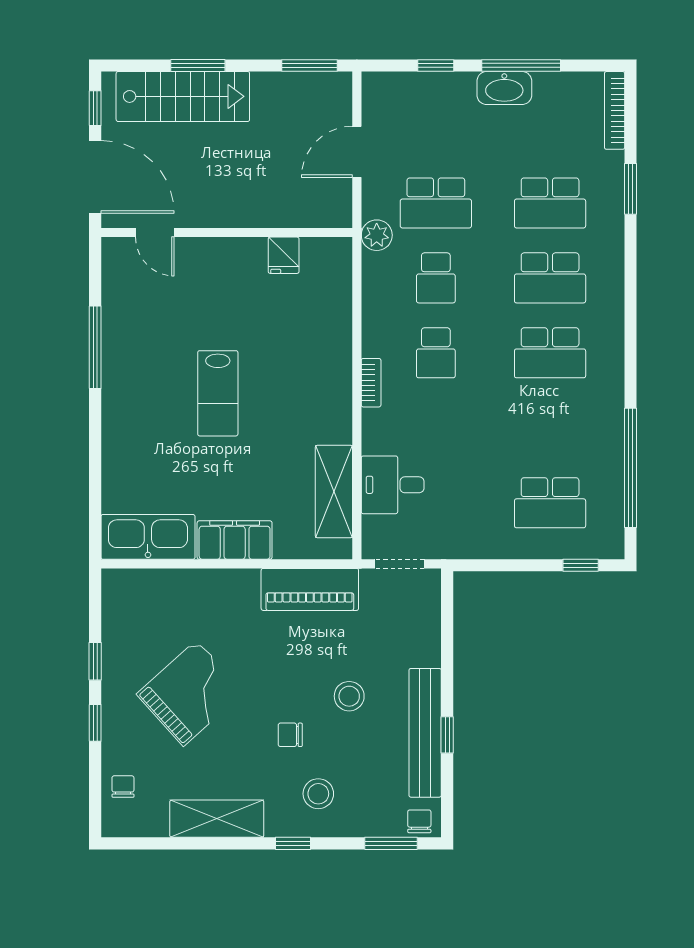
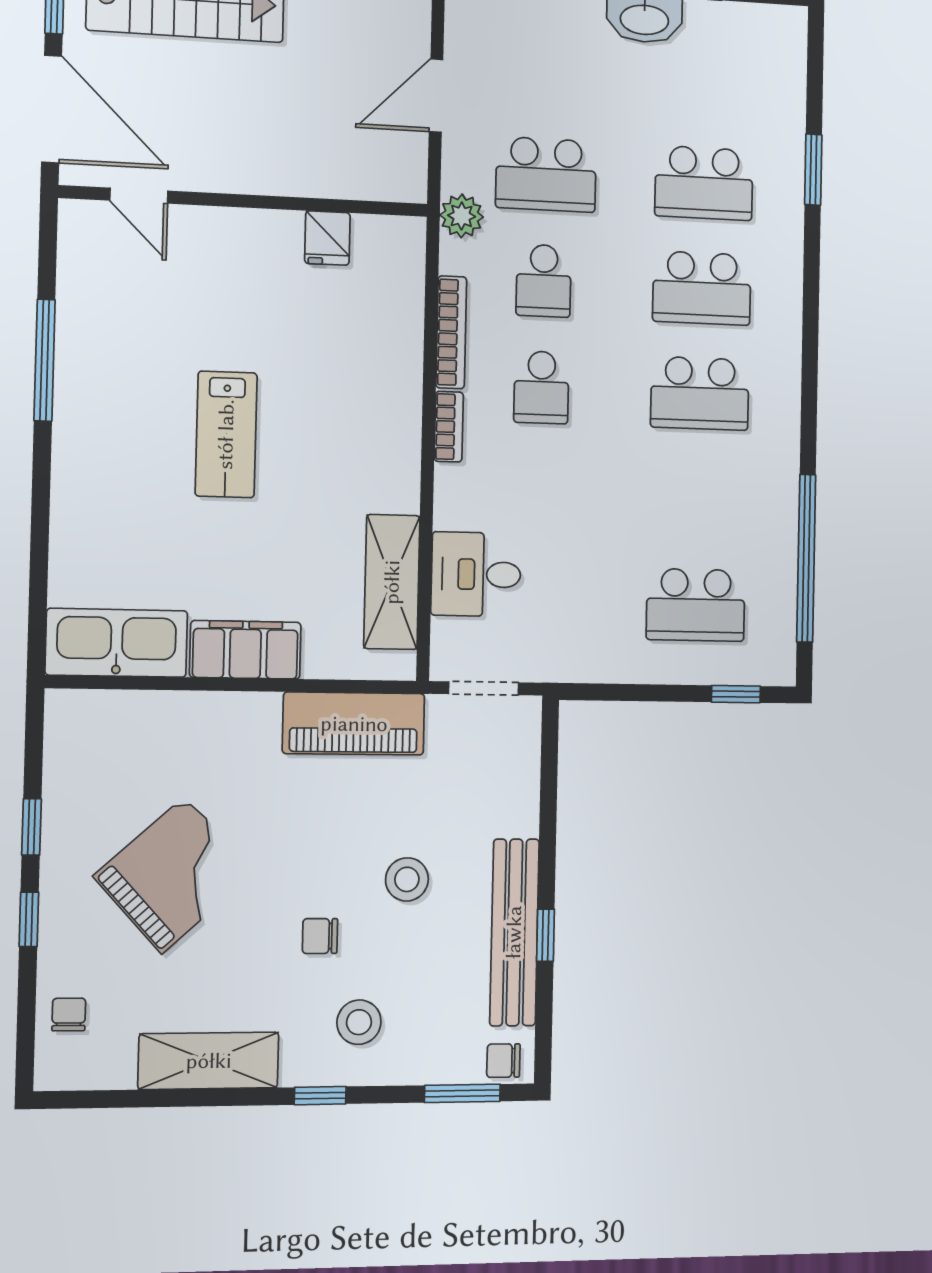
bookcase: (615, 110) -> (451, 332), moved, turned 180
chair: (419, 821) -> (503, 1061), turned -90

